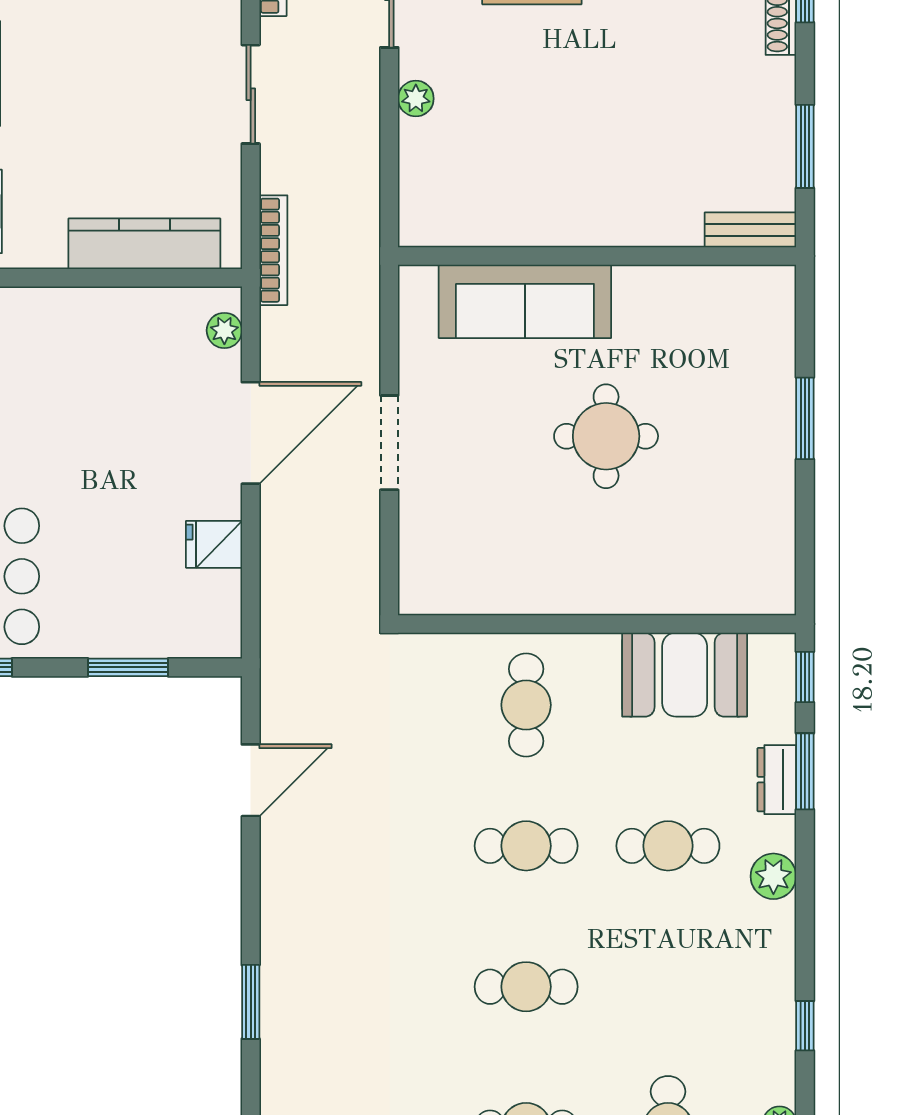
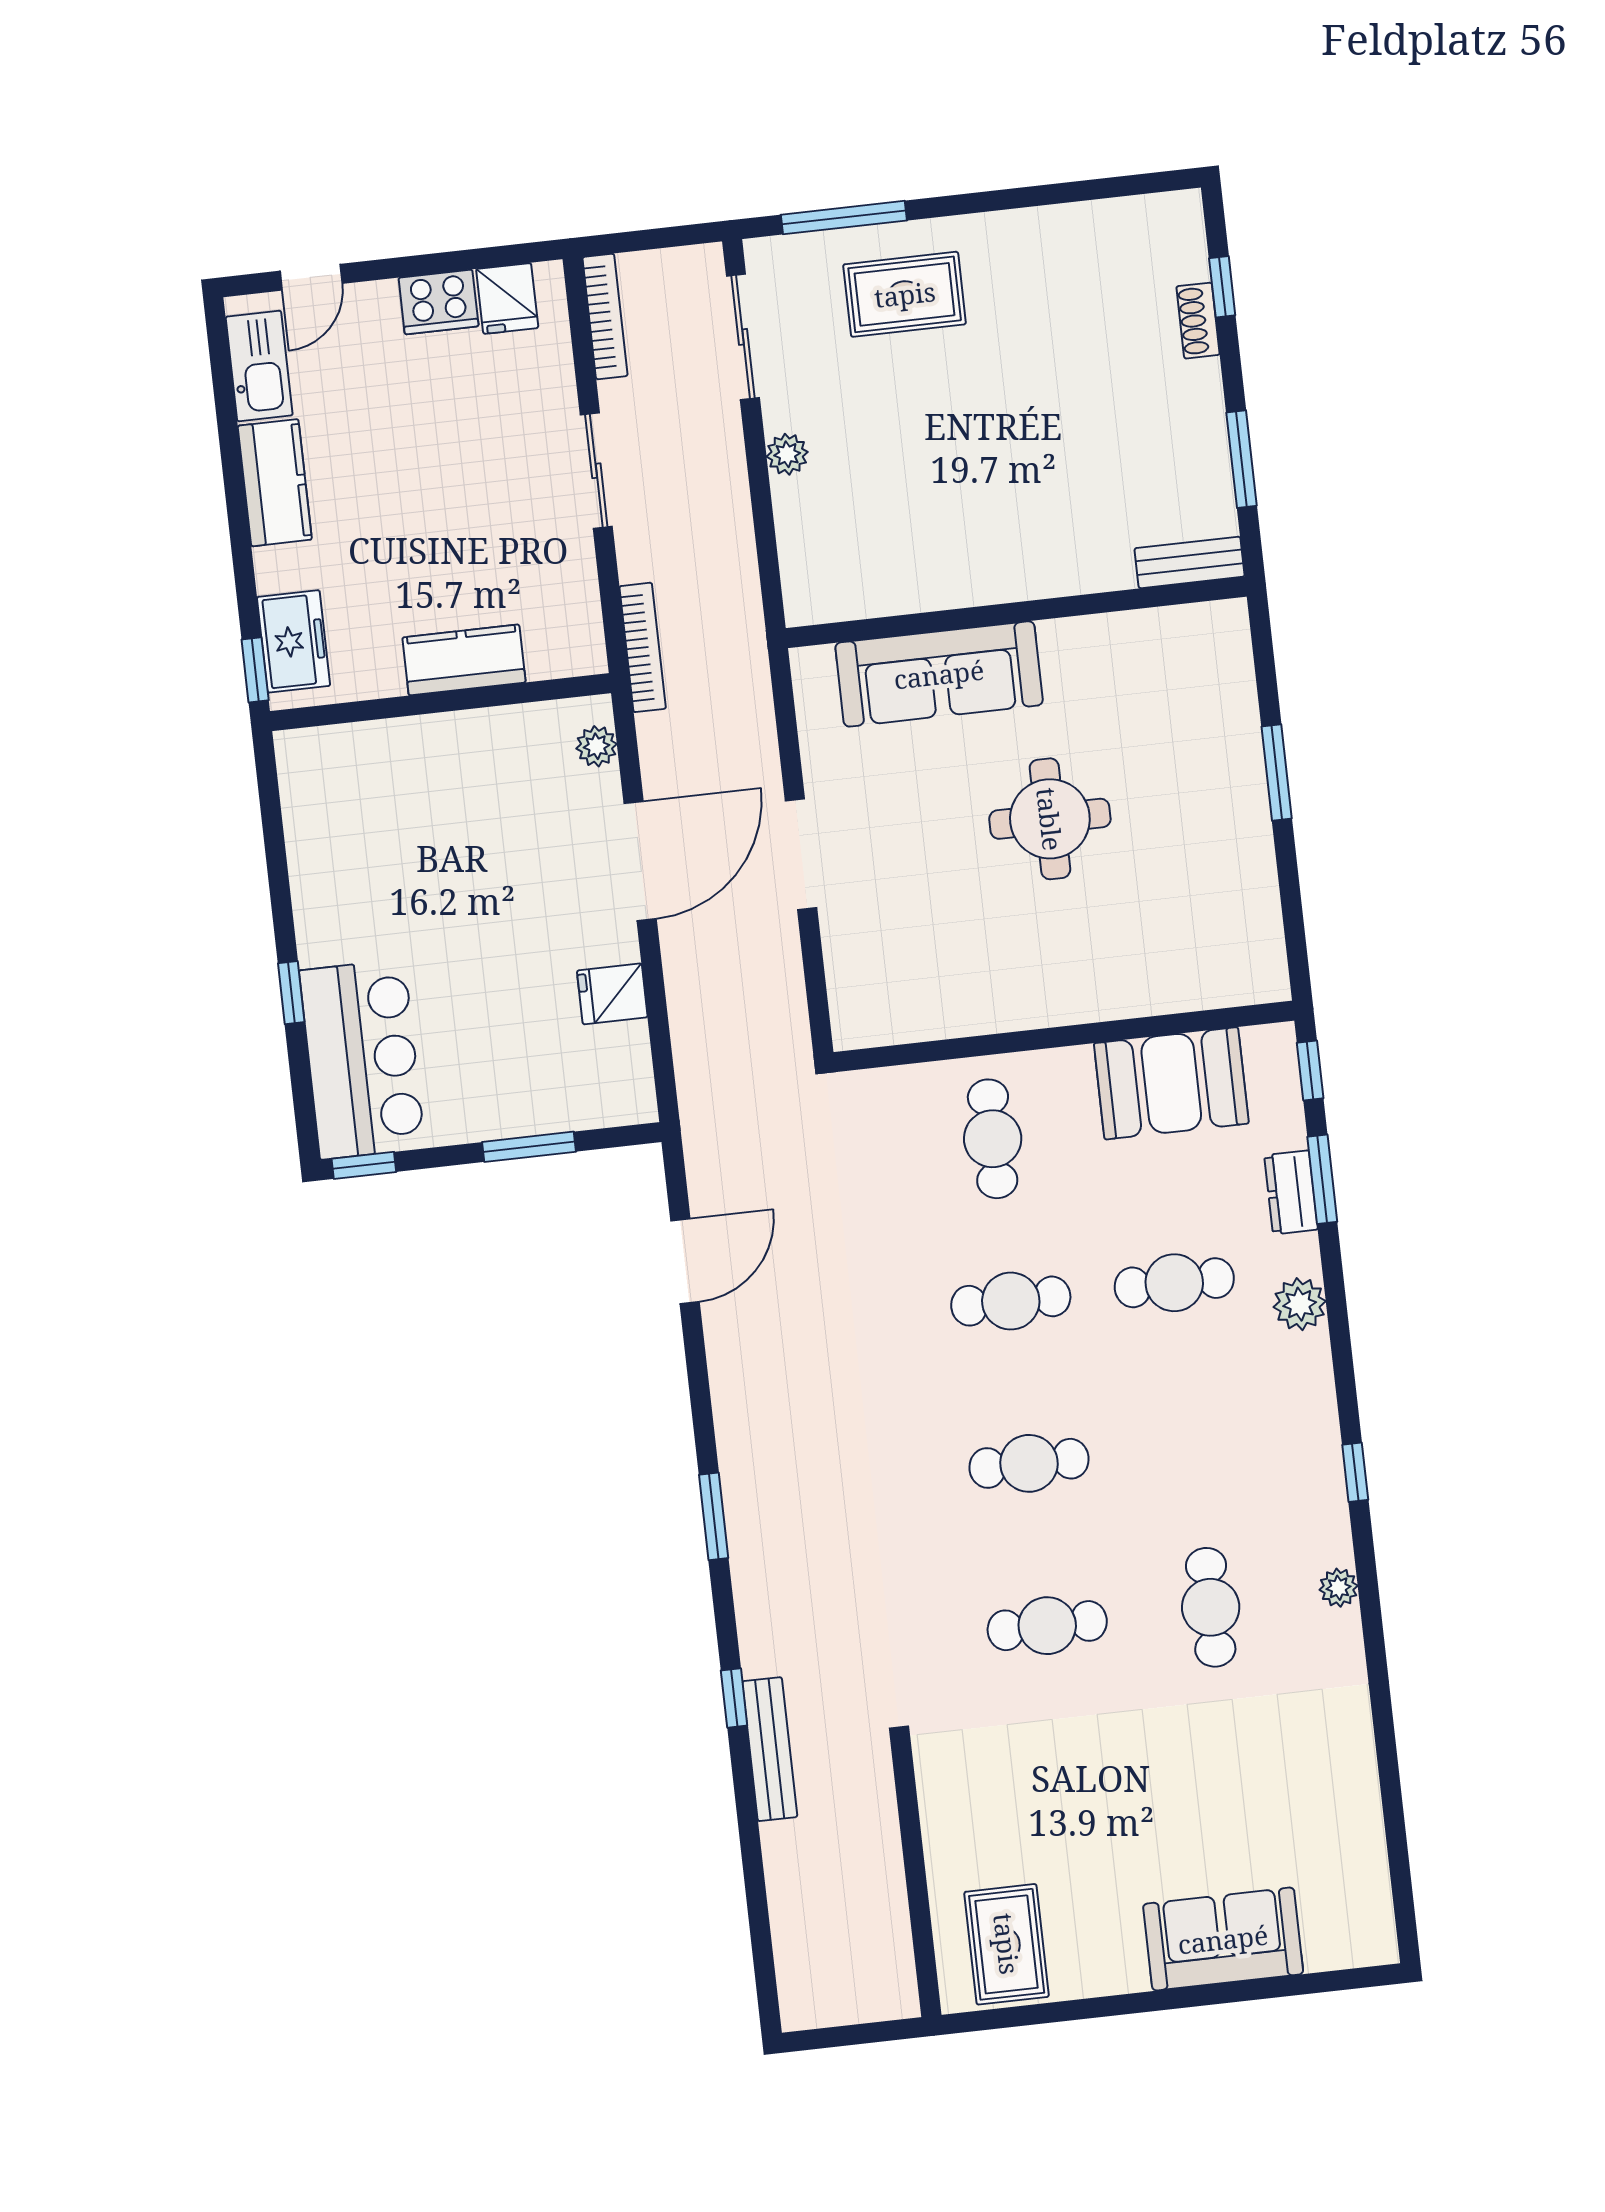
kitchen counter: (144, 244) -> (464, 660), width x0.67

